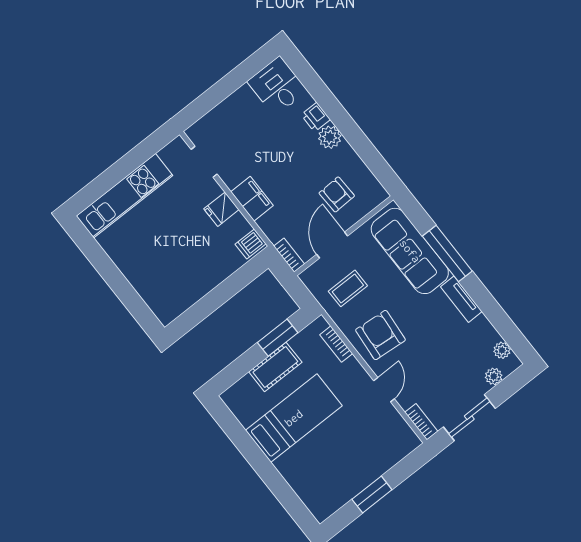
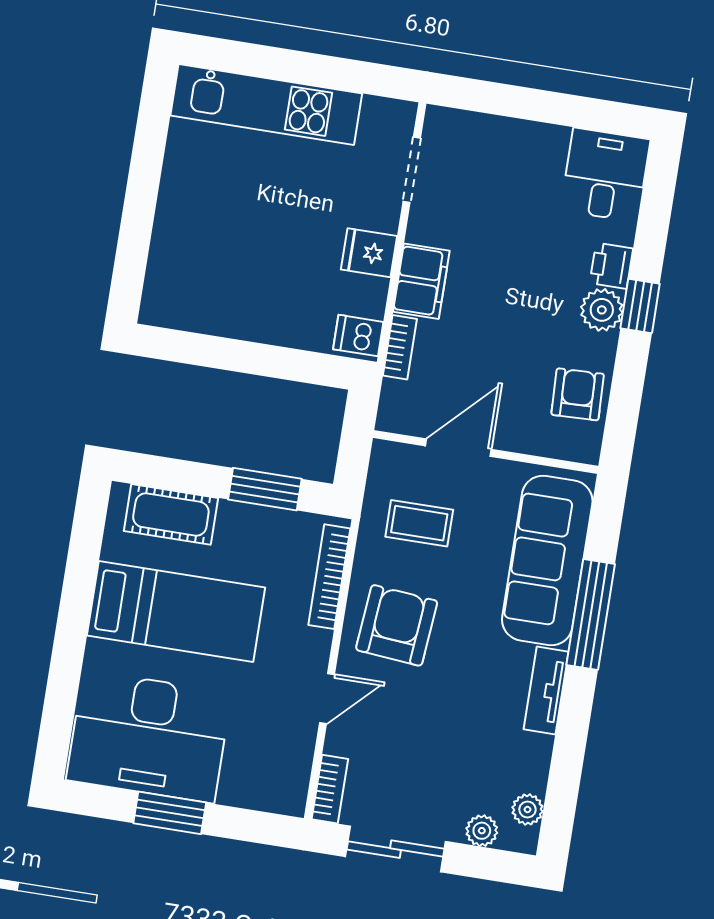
window: (342, 121) -> (640, 306), added
armchair: (337, 194) -> (578, 394), moved
bookcase: (289, 255) -> (400, 347), moved
bookcase: (336, 344) -> (329, 577), width x1.56
cot: (275, 367) -> (171, 514), moved
desk: (334, 475) -> (149, 736), added

